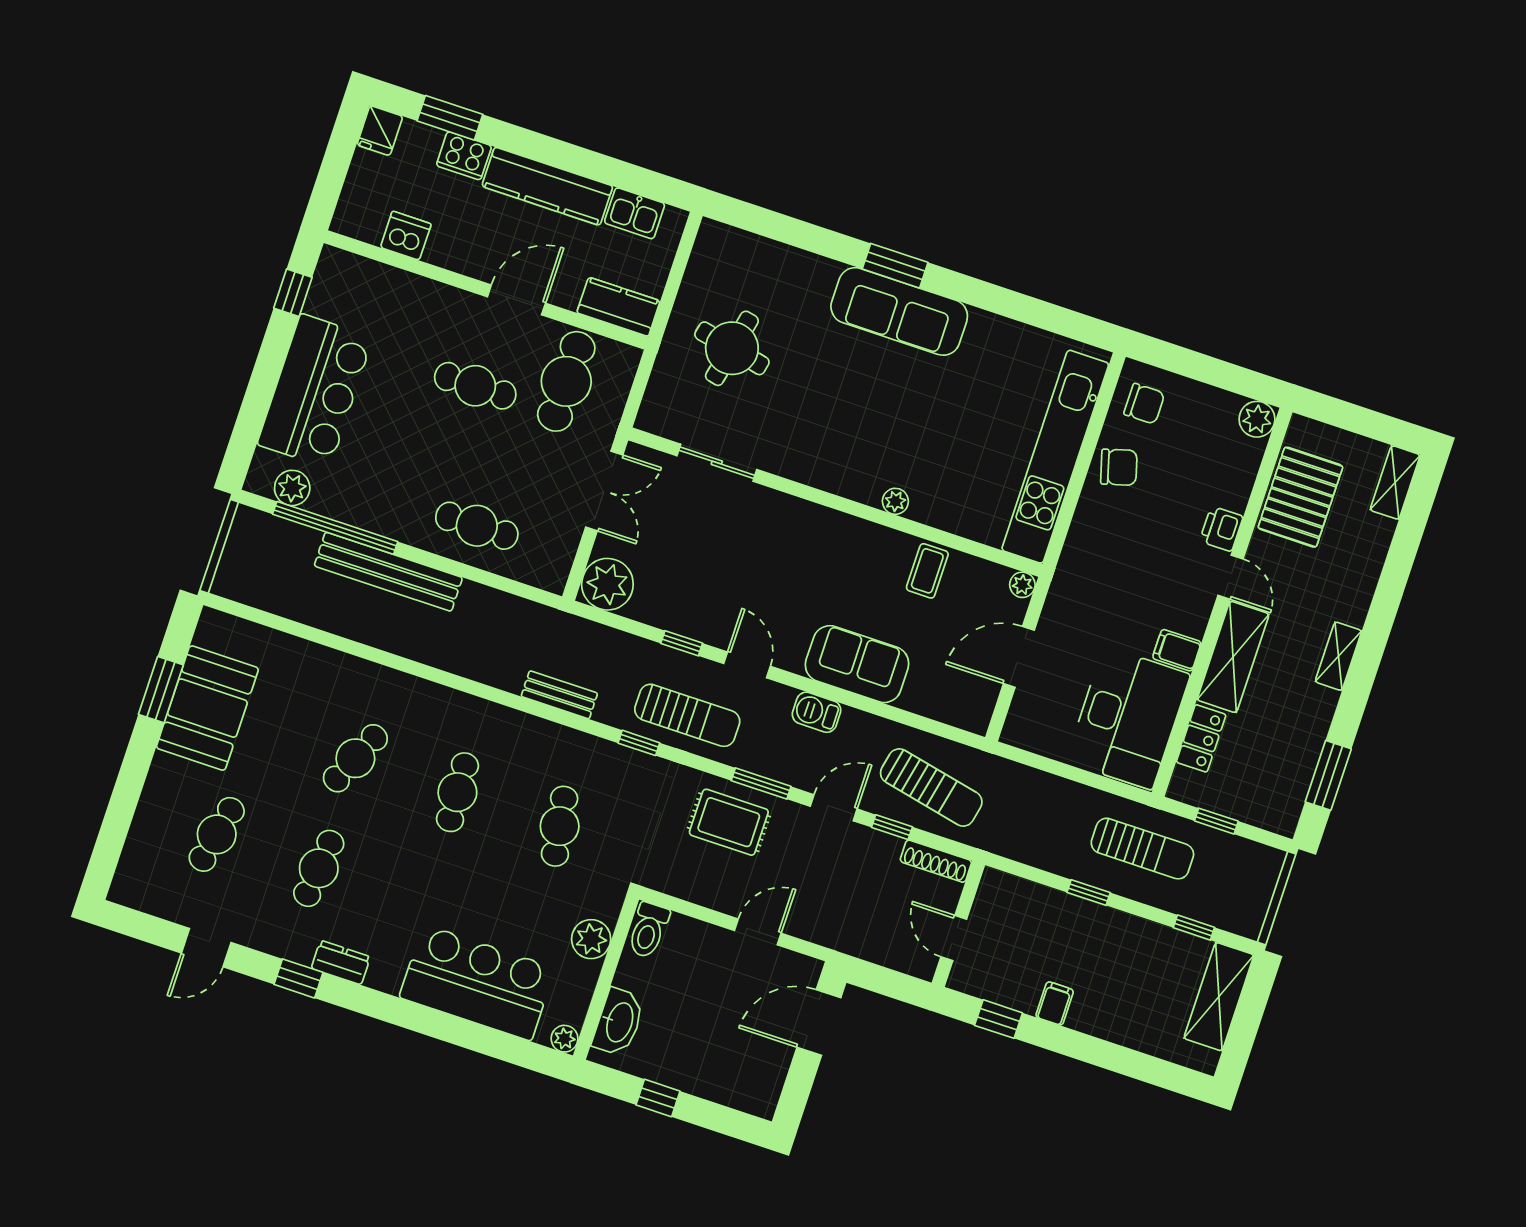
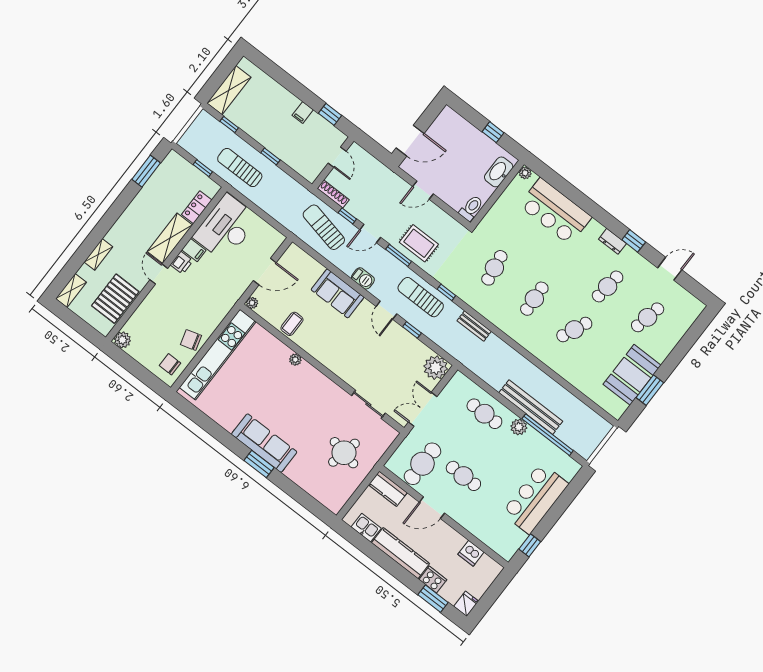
plant: (292, 488) -> (519, 427), moved
printer: (1221, 529) -> (182, 263), moved
shelving: (1338, 656) -> (98, 254), moved
plant: (591, 939) -> (498, 213), removed

